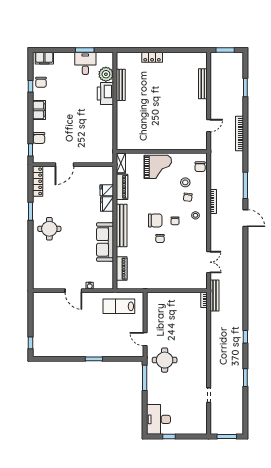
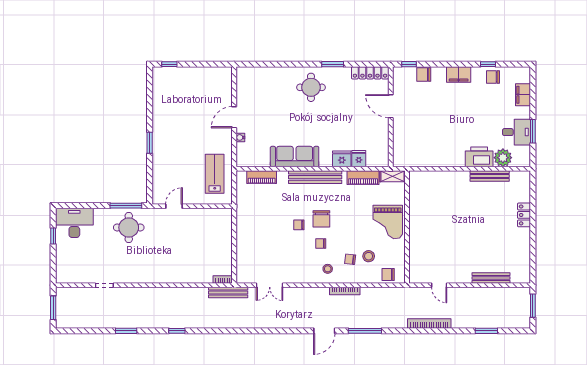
filing cabinet: (44, 58) -> (523, 95), moved
round table: (165, 360) -> (129, 227), moved

